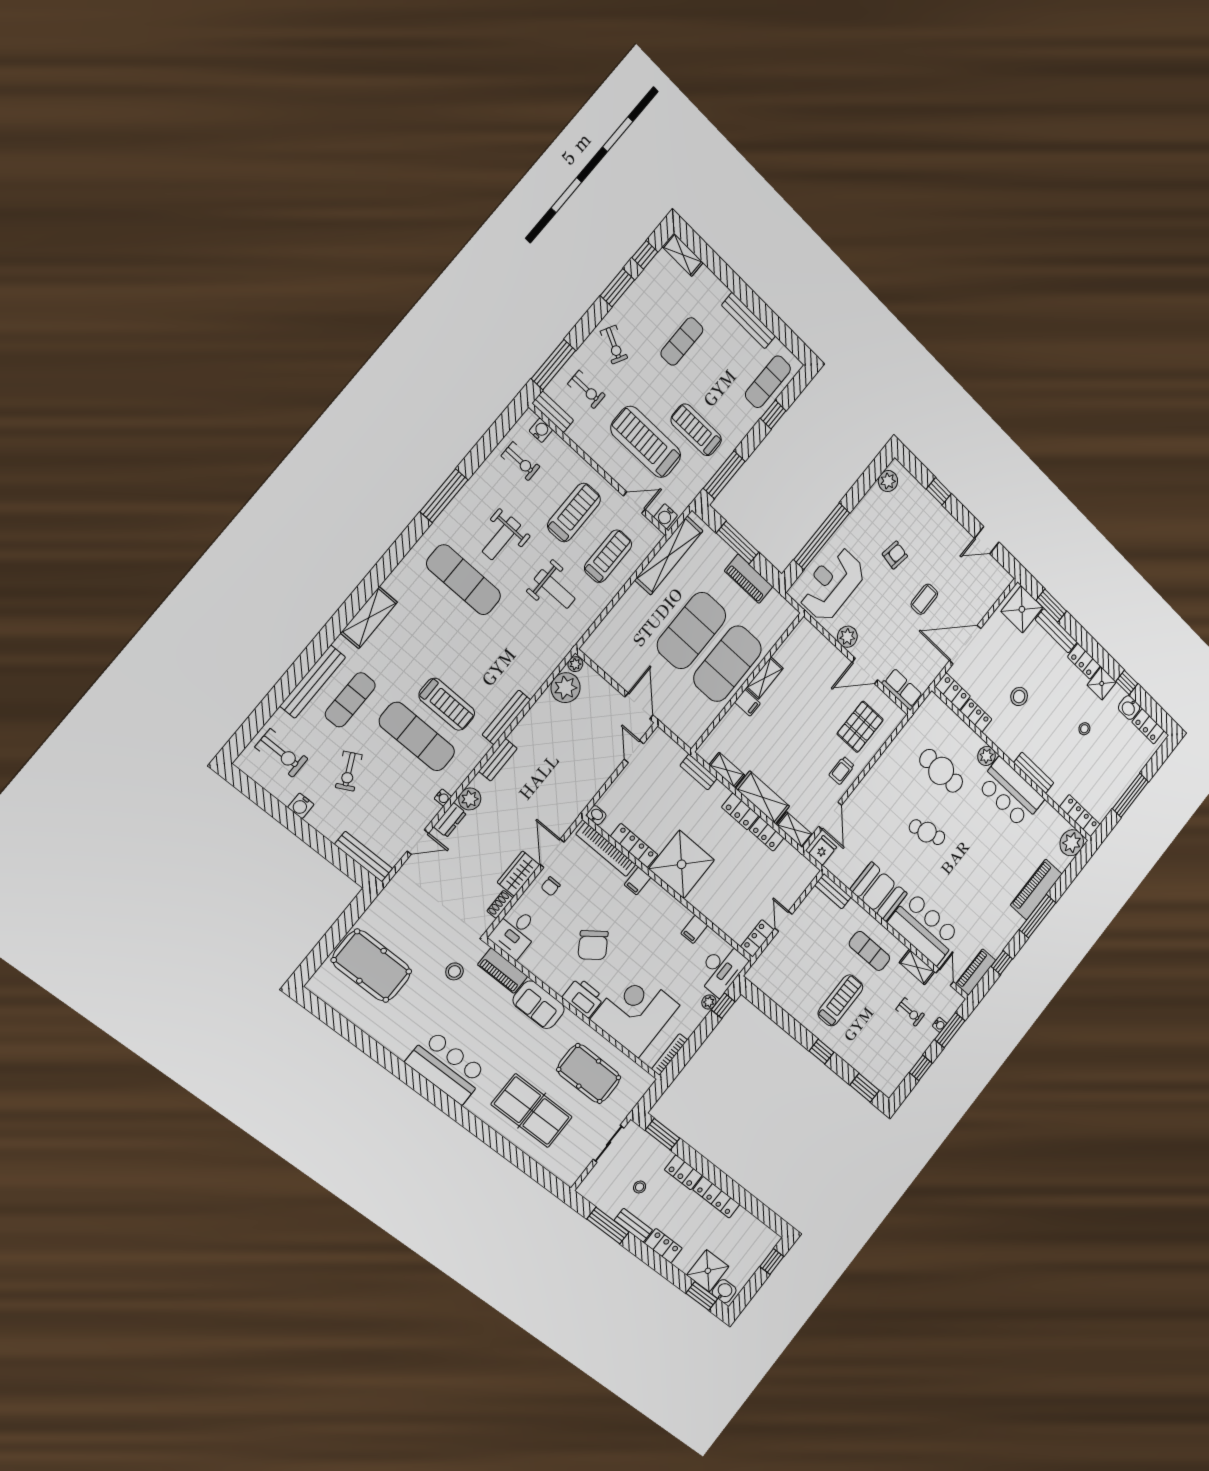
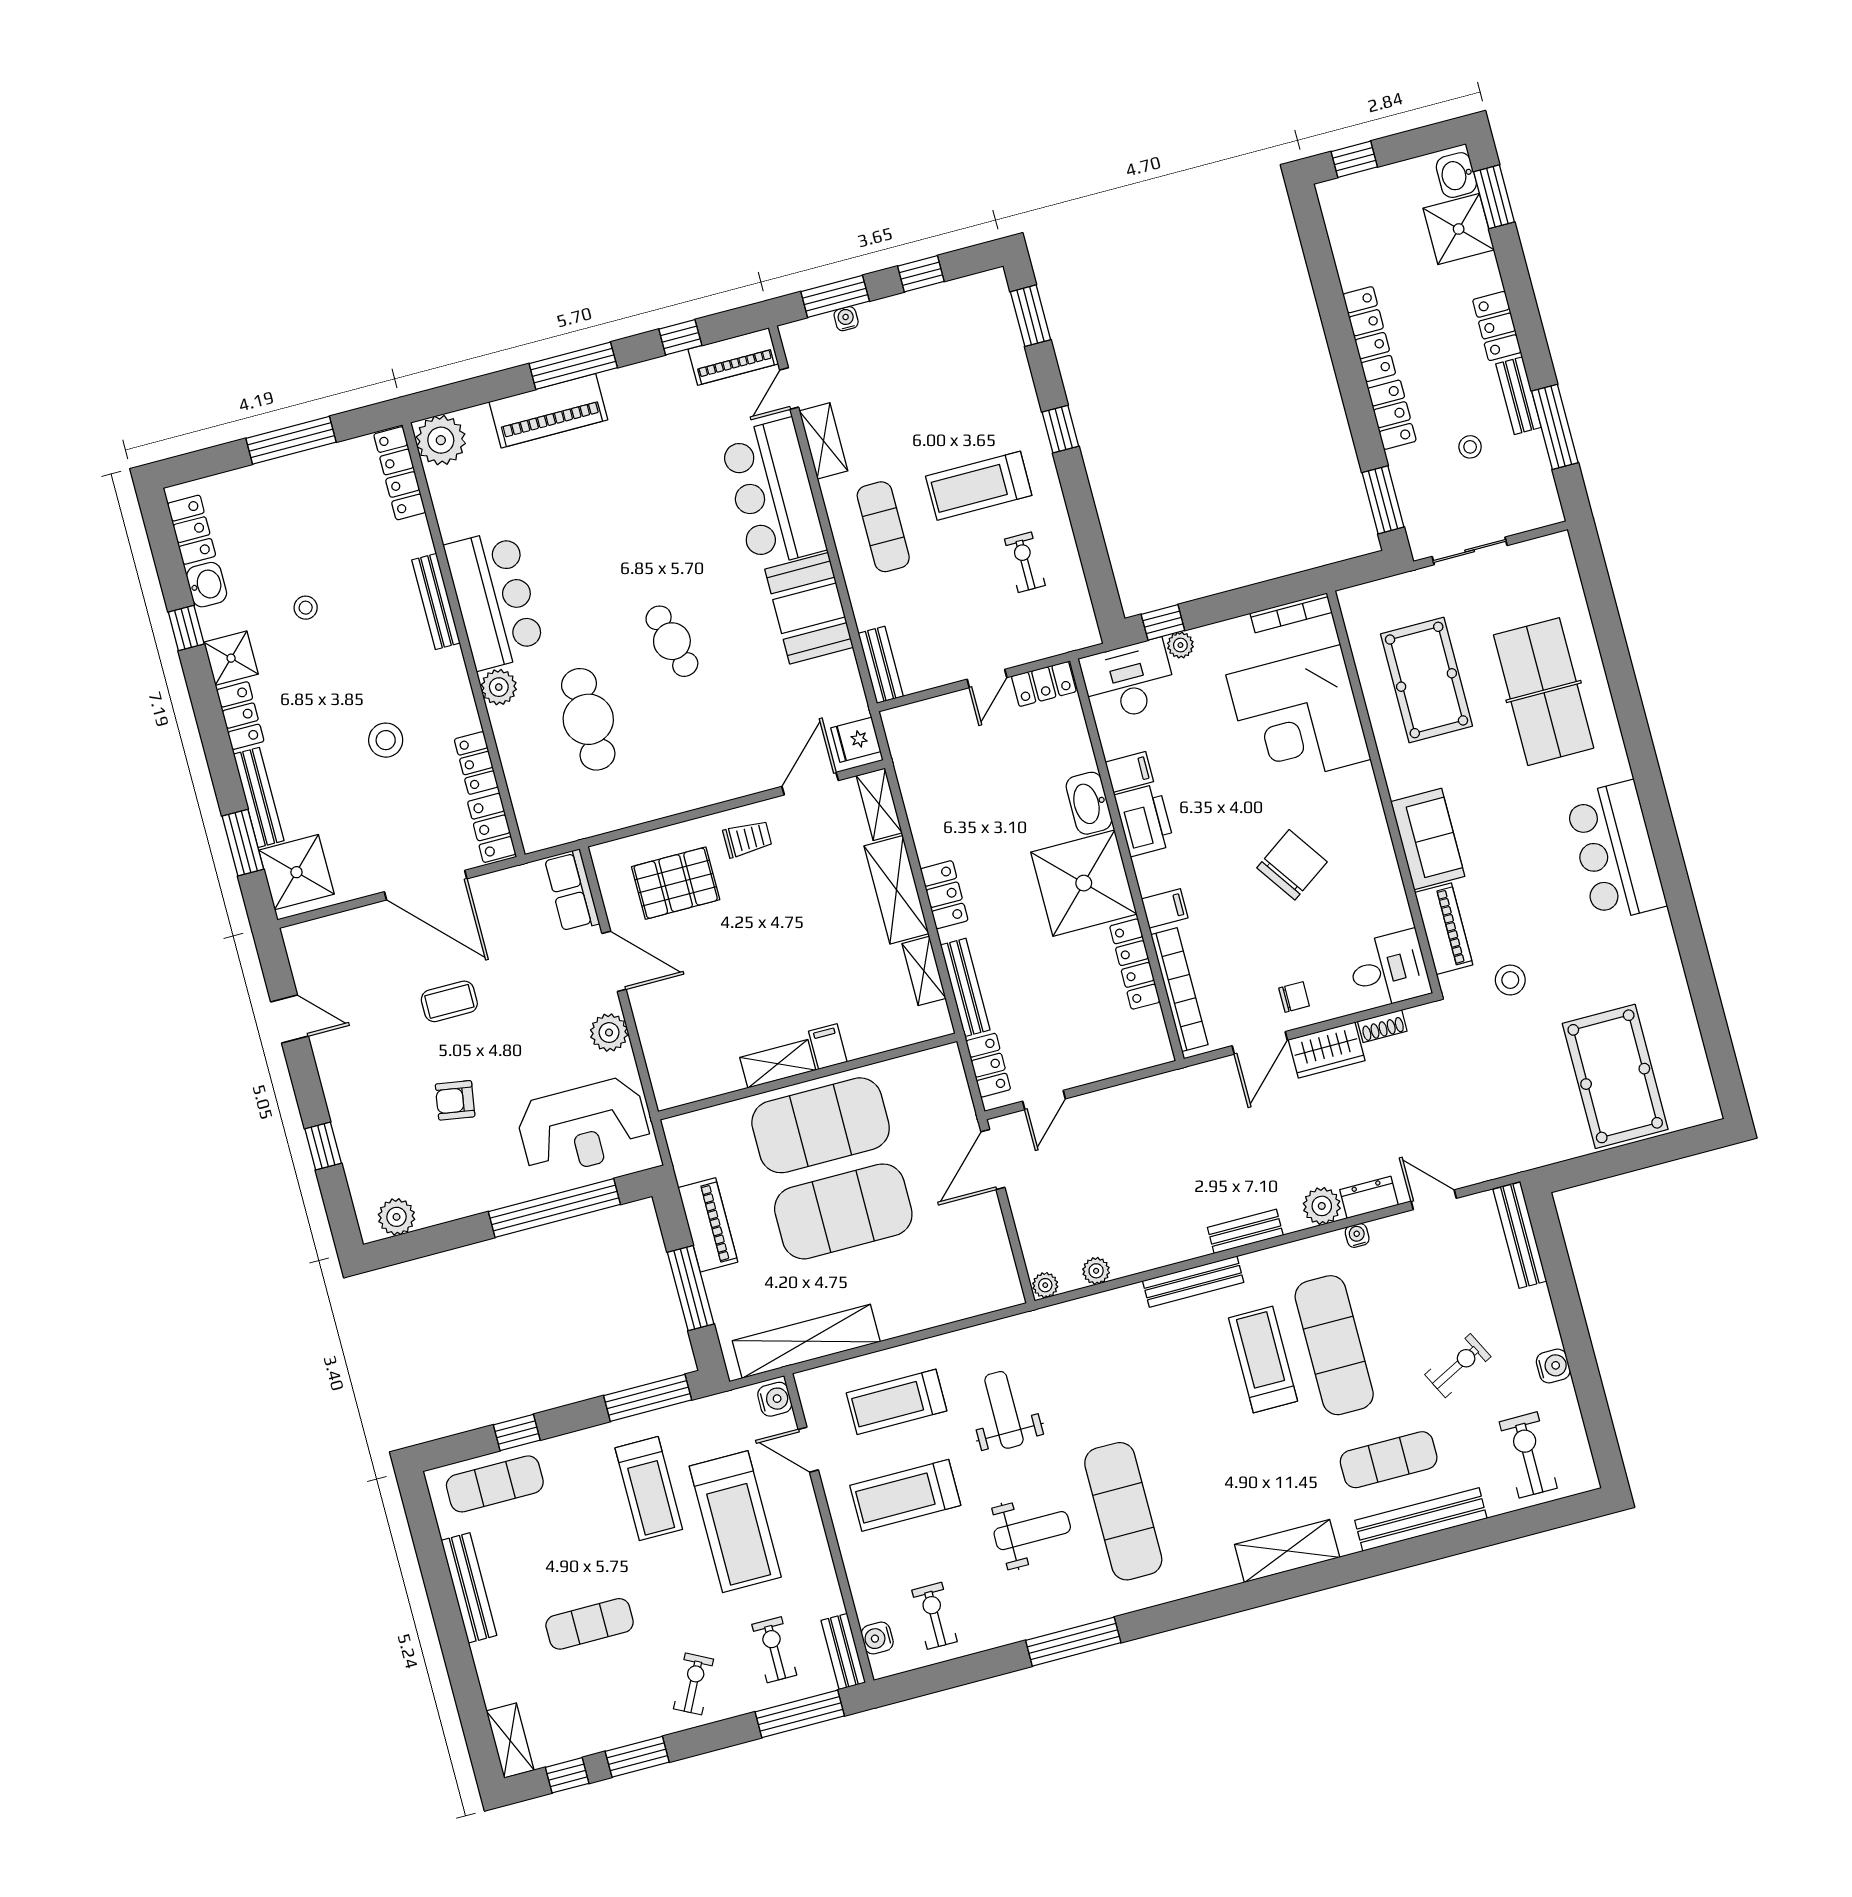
plant: (566, 688) -> (1096, 1271), width x0.53, depth x0.53
bench: (698, 772) -> (965, 987), width x1.36
washbasin: (596, 815) -> (1089, 803), moved, width x1.91, depth x1.45
locker: (767, 834) -> (988, 1065), moved
printer: (583, 997) -> (1144, 820), moved, turned 180
exercise bike: (910, 1012) -> (1025, 562), moved

